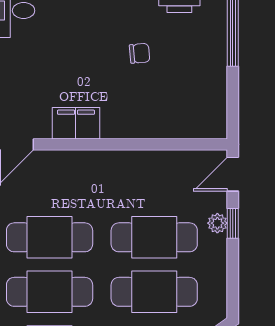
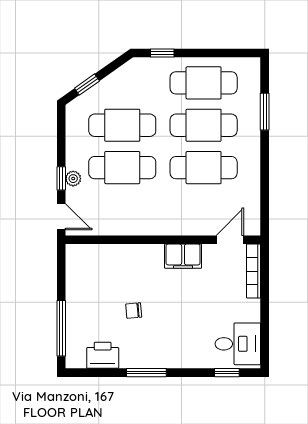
door: (233, 174) -> (61, 217), hinge flipped

